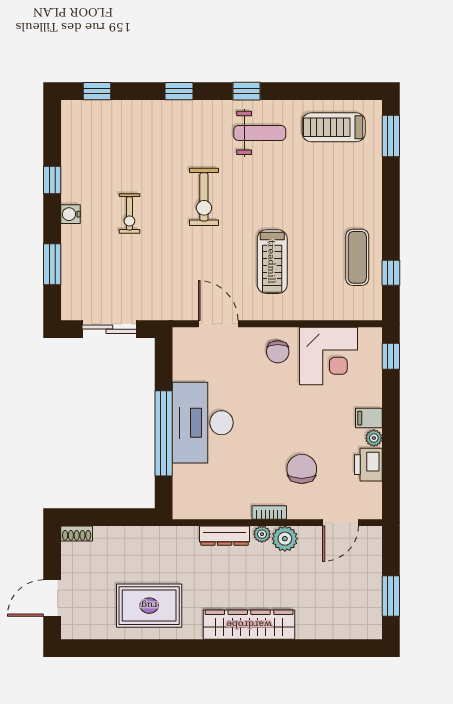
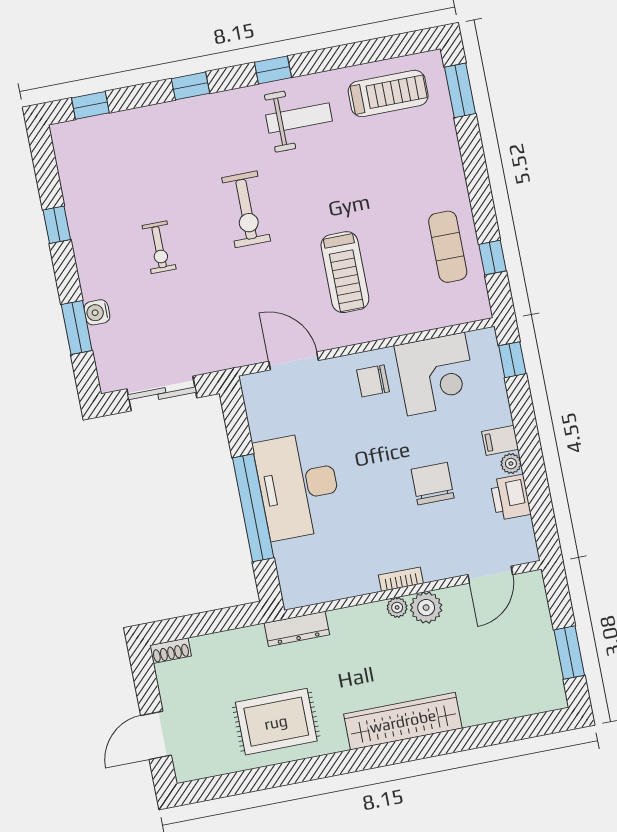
treadmill: (334, 127) -> (388, 93), turned 180
water cooler: (71, 214) -> (97, 312), moved
chair: (278, 352) -> (373, 381), turned 90
chair: (302, 469) -> (433, 484), moved
dresser: (225, 536) -> (297, 629), moved

